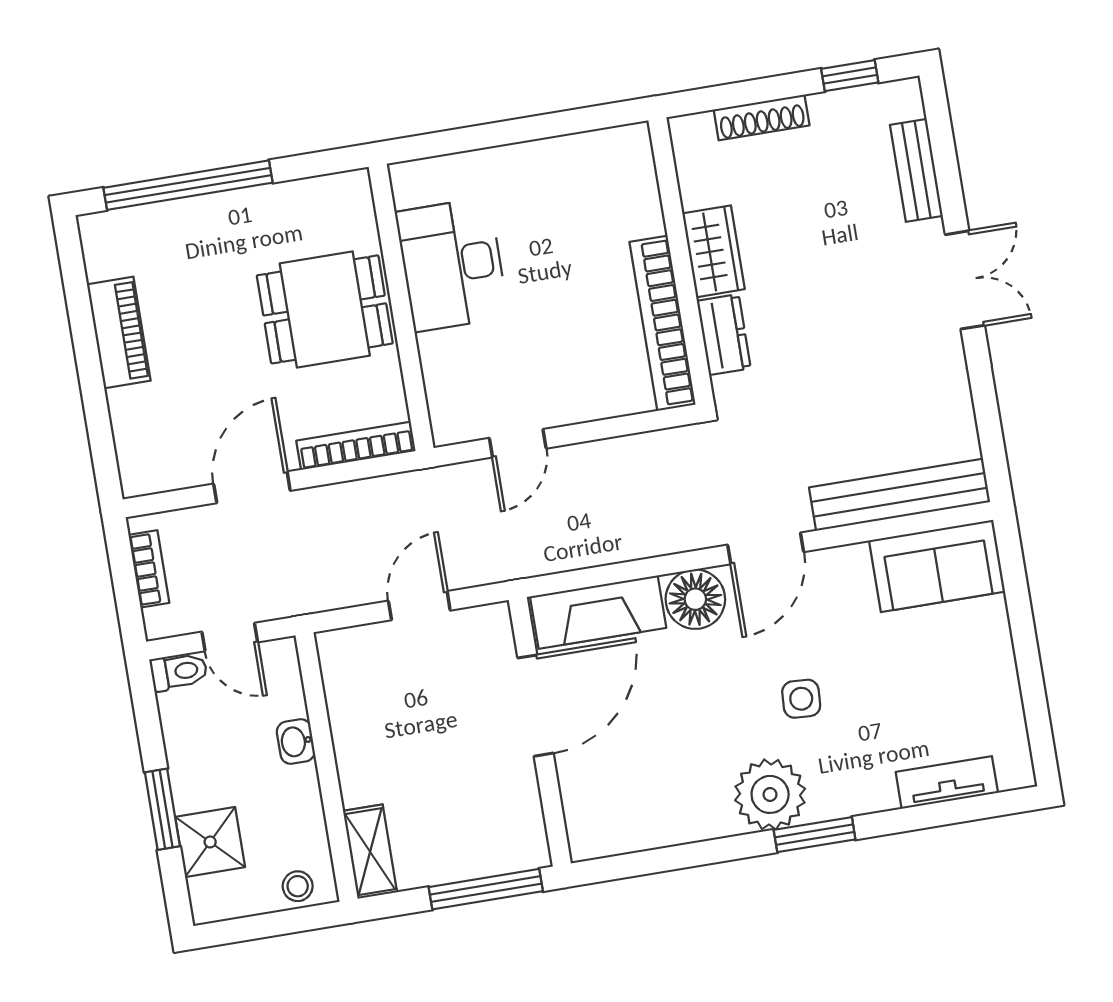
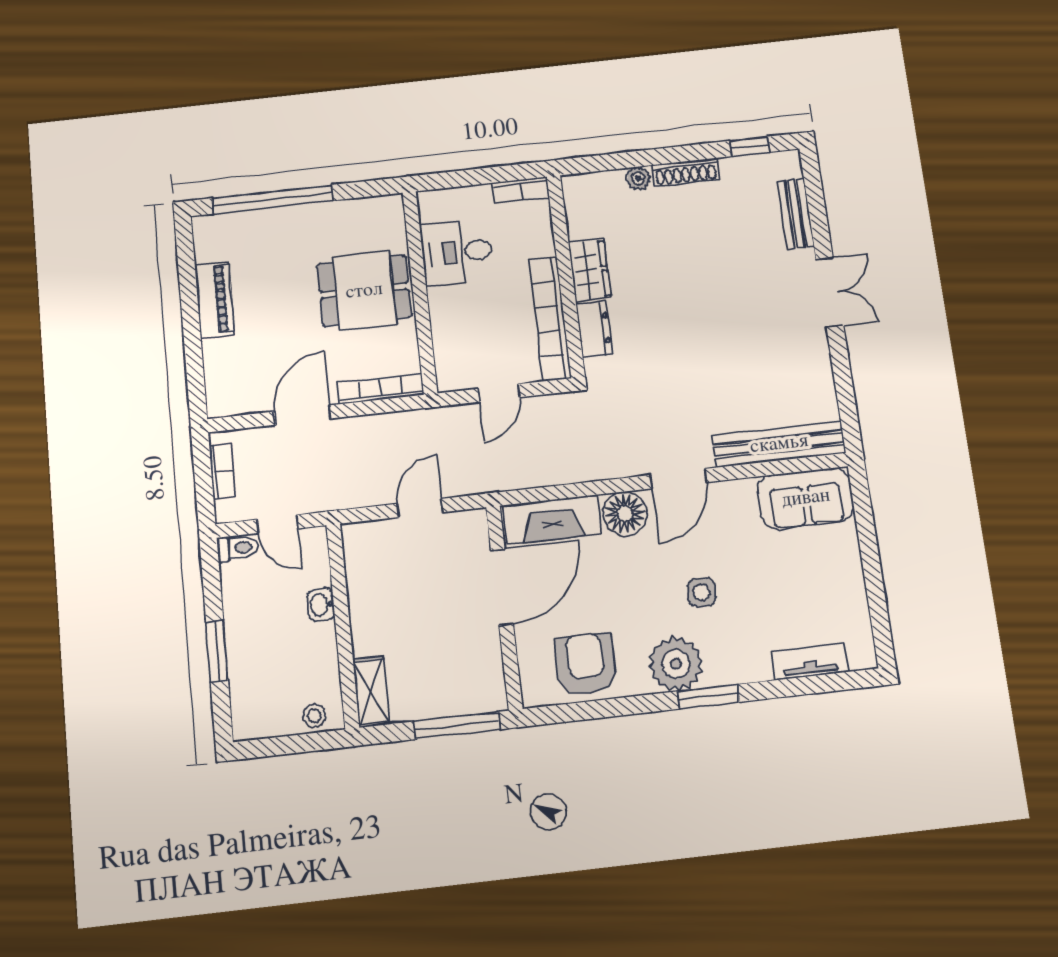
plant: (696, 130) -> (638, 178), added
bookcase: (533, 155) -> (521, 190), added
wardrobe: (714, 251) -> (590, 270), moved
wall: (681, 261) -> (566, 276), moved
desk: (452, 265) -> (457, 252), width x0.73
bookcase: (662, 323) -> (550, 319), moved
dresser: (724, 335) -> (594, 329), moved
armchair: (651, 801) -> (586, 664), added
shower: (210, 842) -> (251, 678), removed

